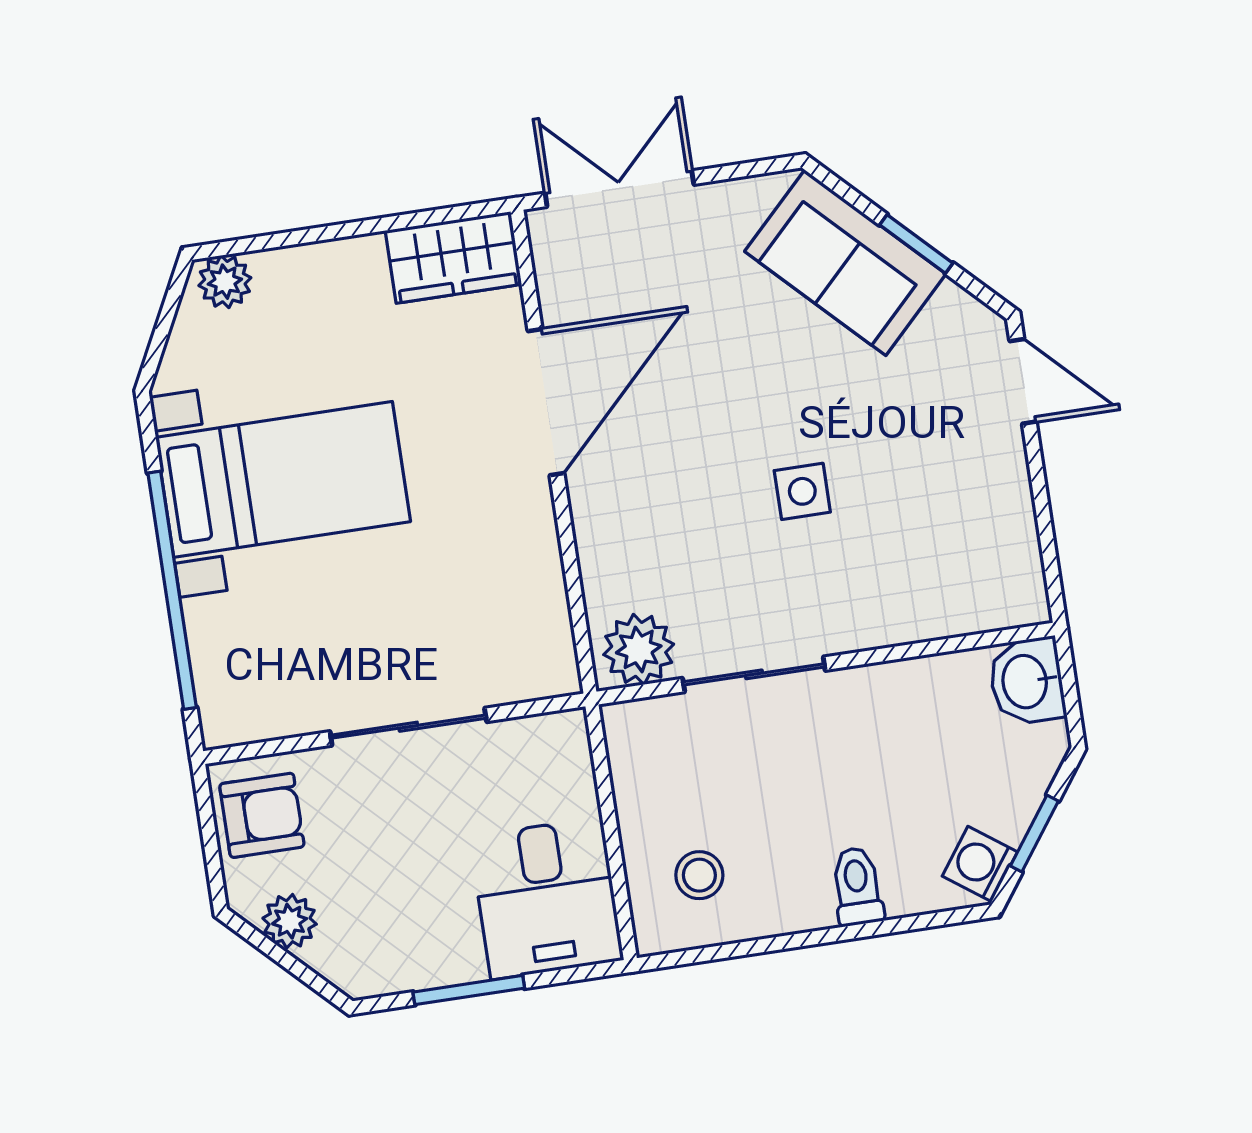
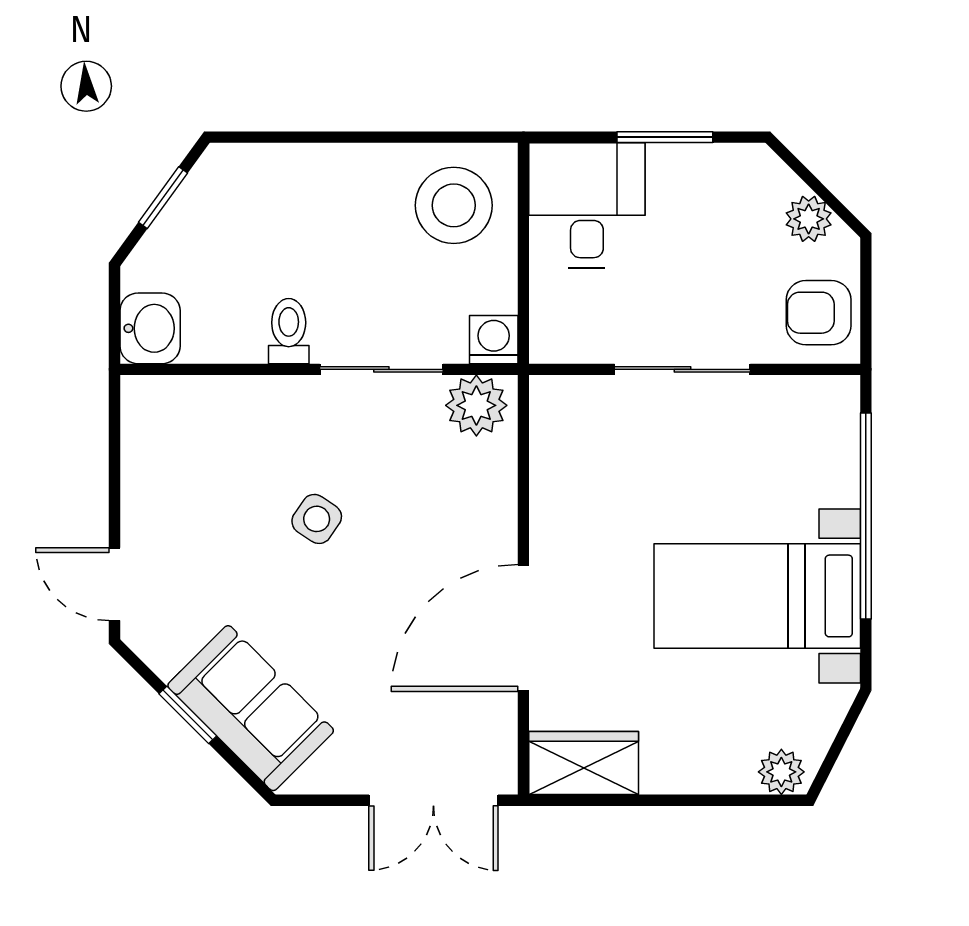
side table: (802, 491) -> (317, 519), turned 34
washing machine: (980, 864) -> (494, 340), moved, turned -126
stool: (699, 875) -> (454, 205), width x1.89, depth x1.89
toilet: (857, 886) -> (289, 331), moved, turned 180

